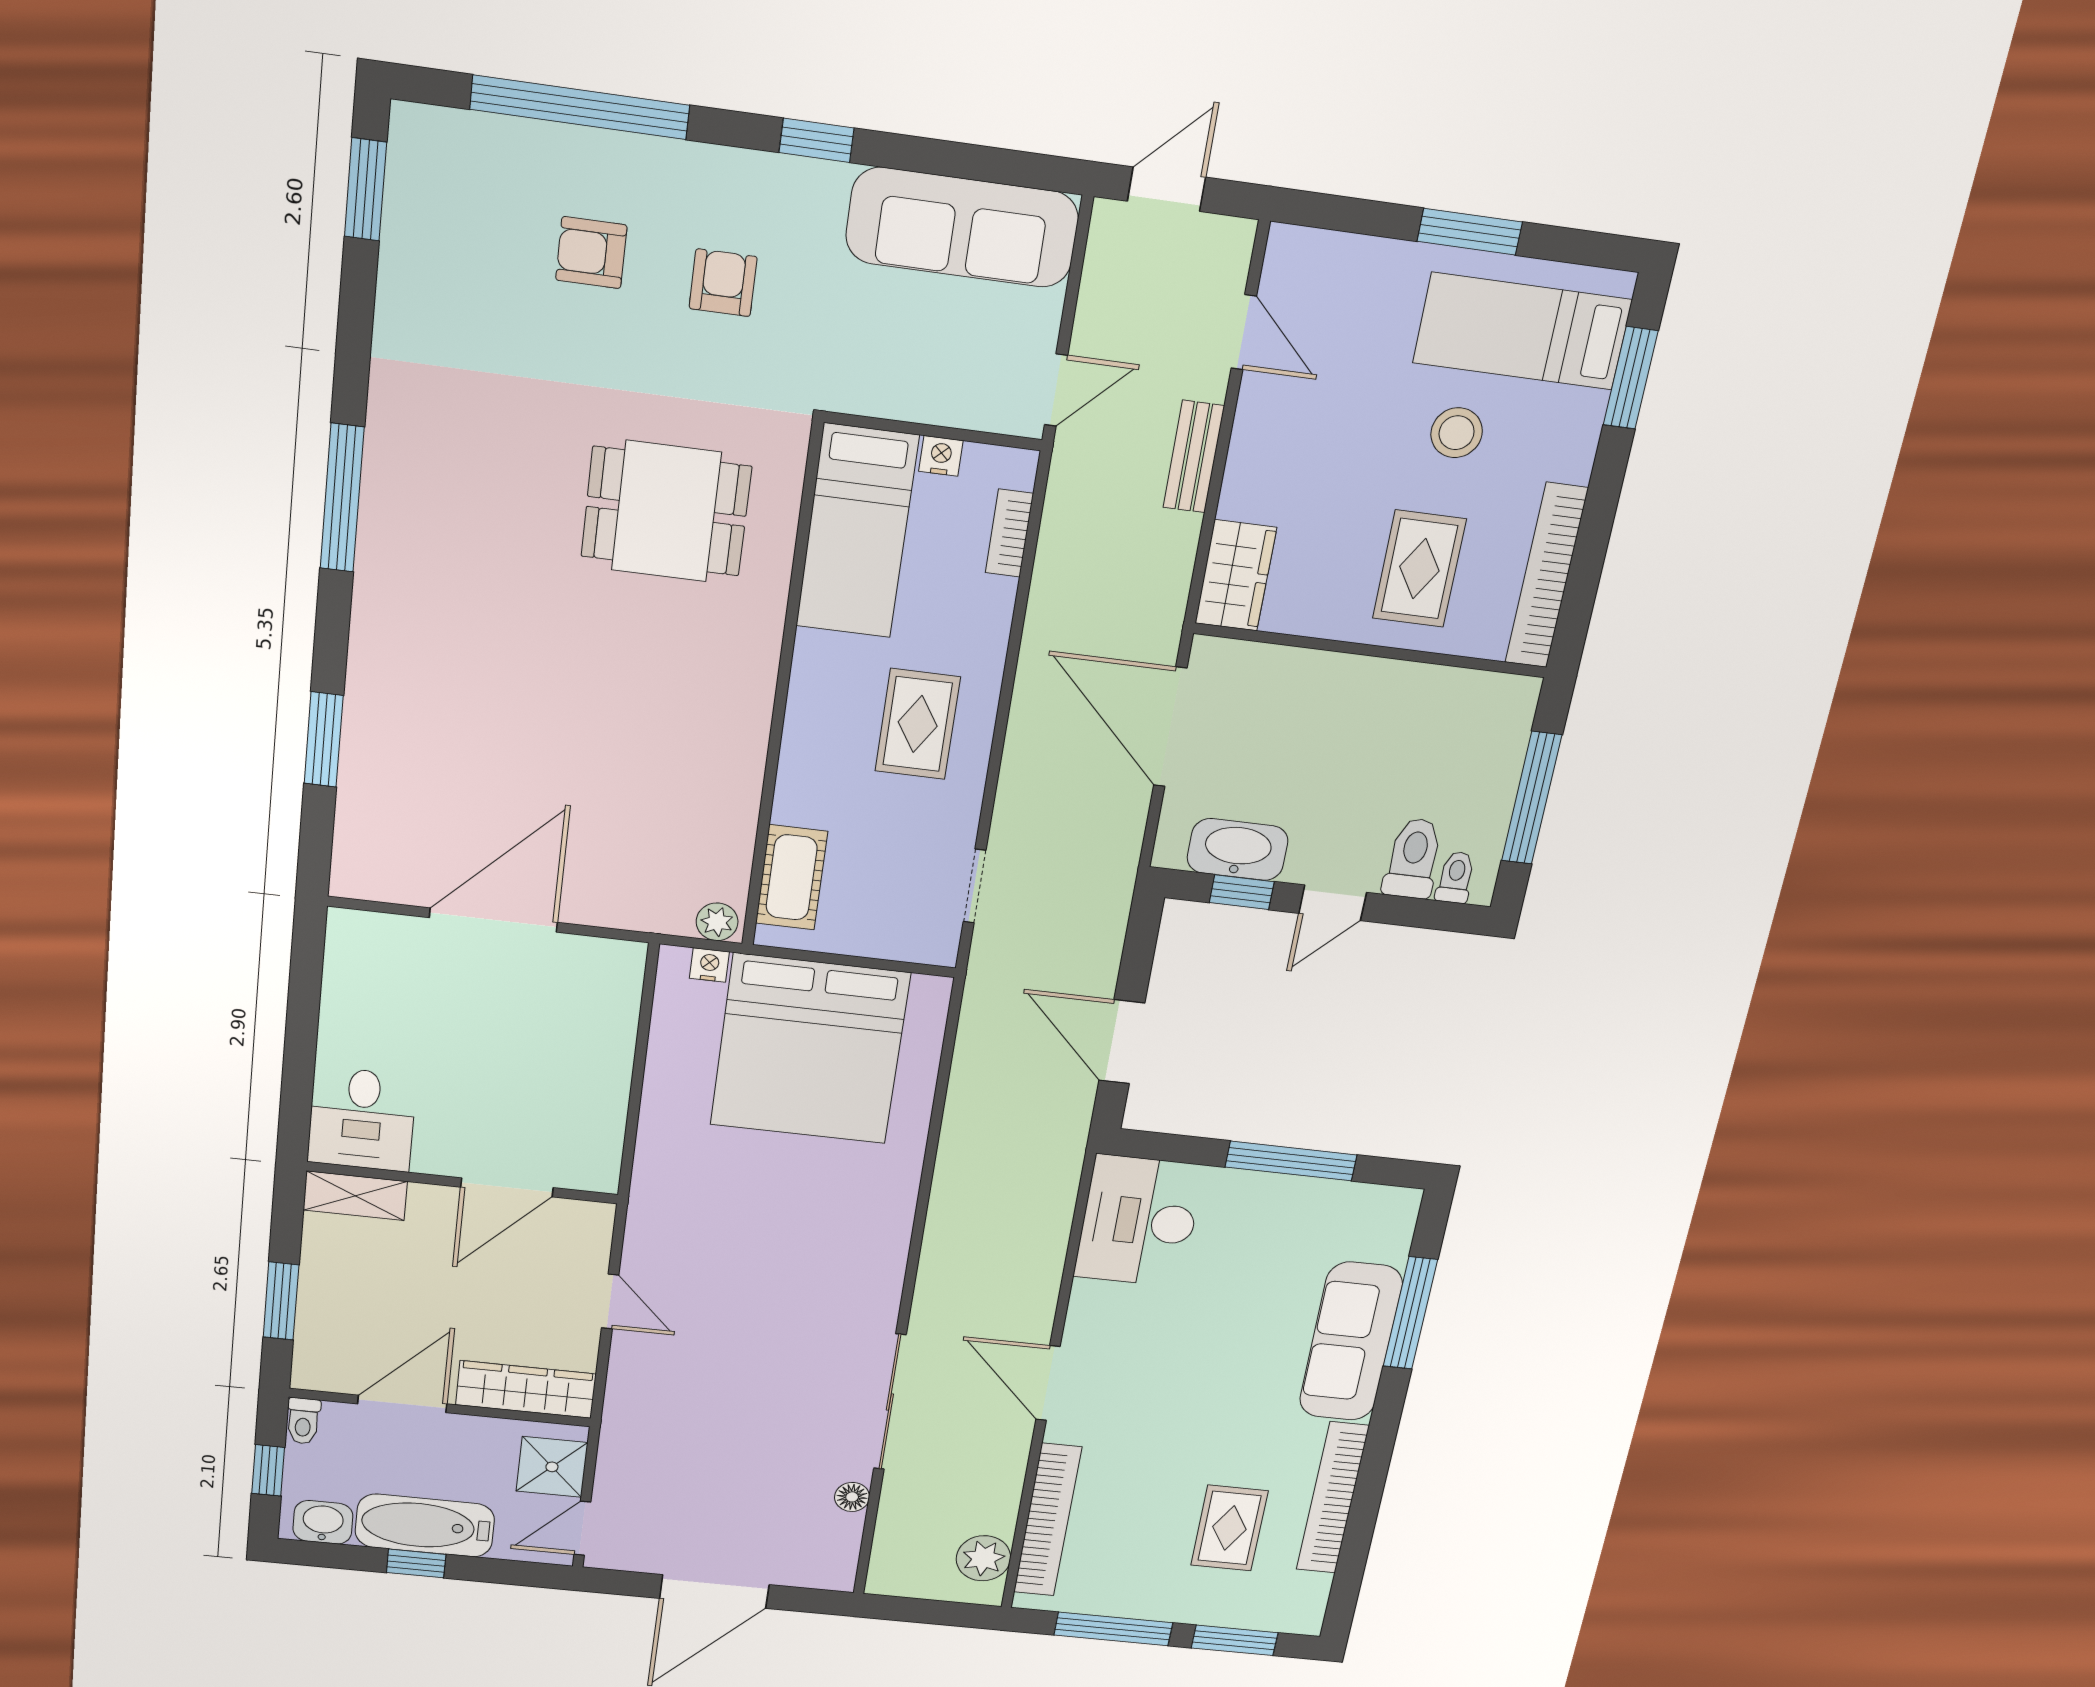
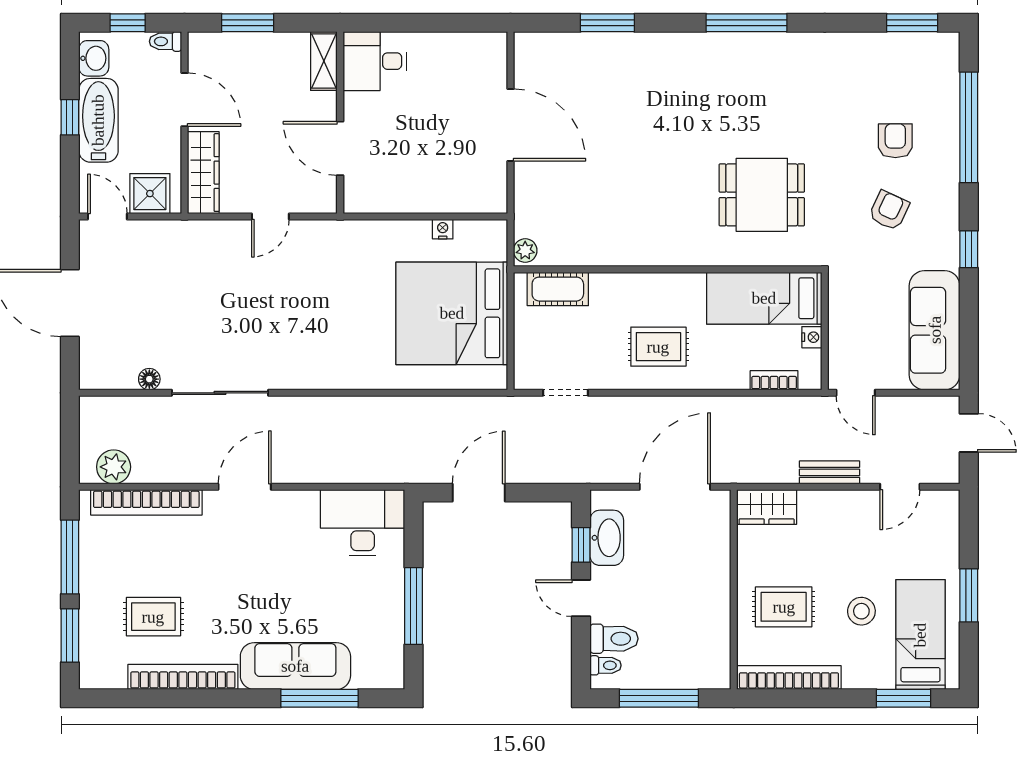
armchair: (723, 283) -> (889, 210), turned -65
dining table: (666, 511) -> (762, 195), turned 90
nightstand: (709, 965) -> (443, 229), moved, turned -90

